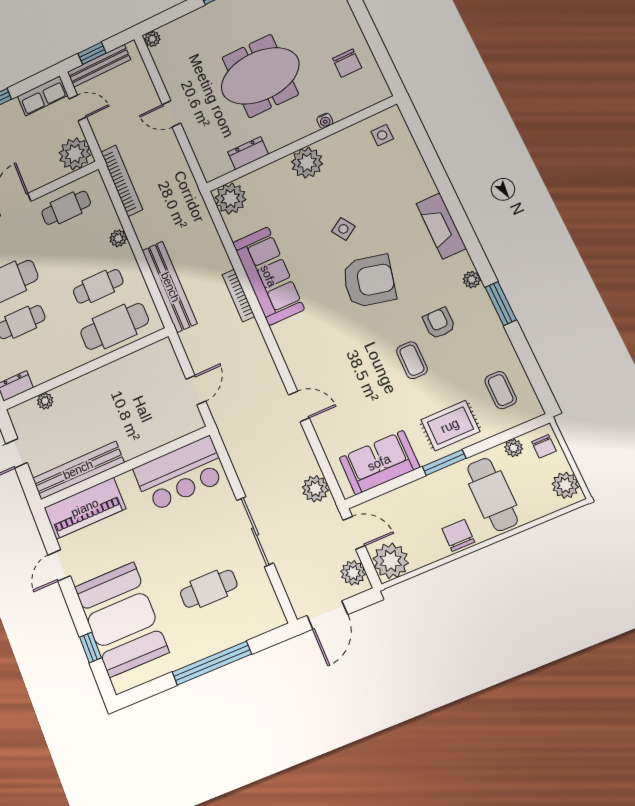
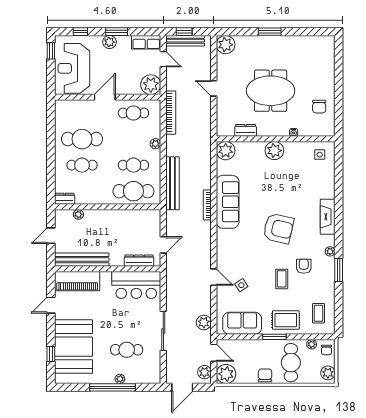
plant: (152, 39) -> (226, 45), width x1.88, depth x1.88
side table: (343, 229) -> (241, 285), moved
dresser: (168, 432) -> (139, 261), added
plant: (218, 643) -> (120, 379), added

